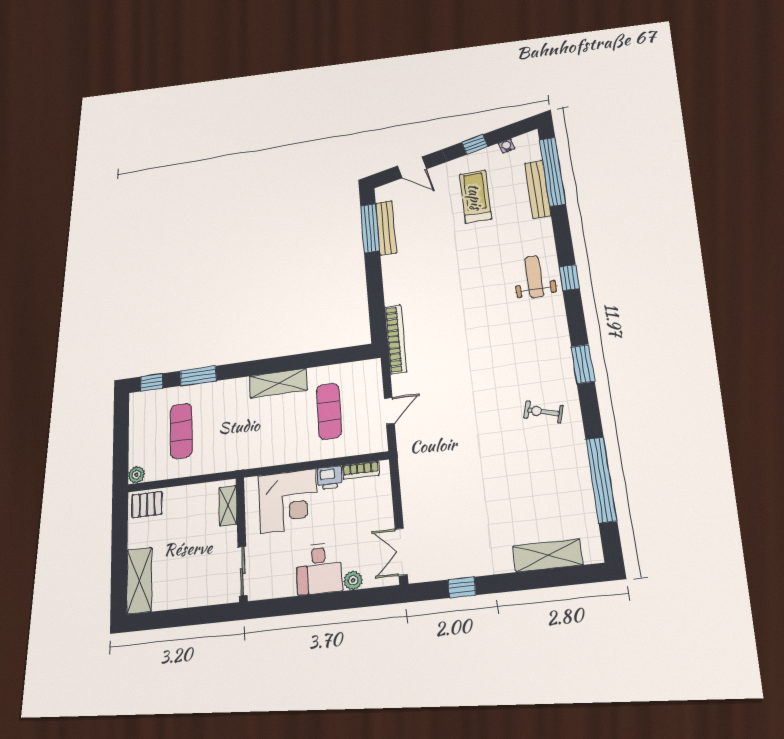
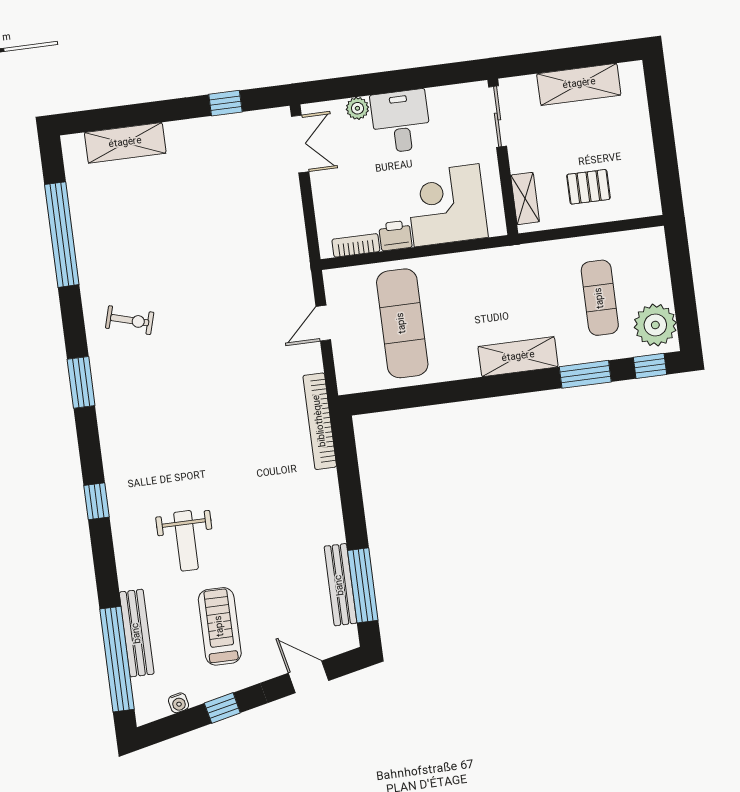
treadmill: (475, 197) -> (220, 626), turned 180
weight bench: (534, 277) -> (186, 541), moved
shelving: (278, 383) -> (518, 357), moved
exercise mat: (329, 411) -> (402, 323), width x1.36, depth x1.45
plant: (137, 475) -> (655, 325), moved, width x1.88, depth x1.88
pallet: (147, 505) -> (588, 187), moved
shelving: (139, 580) -> (579, 84), moved, turned 90

